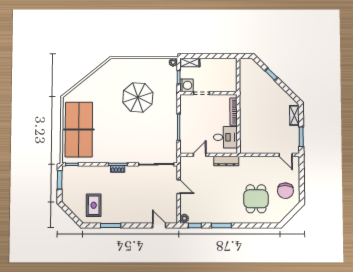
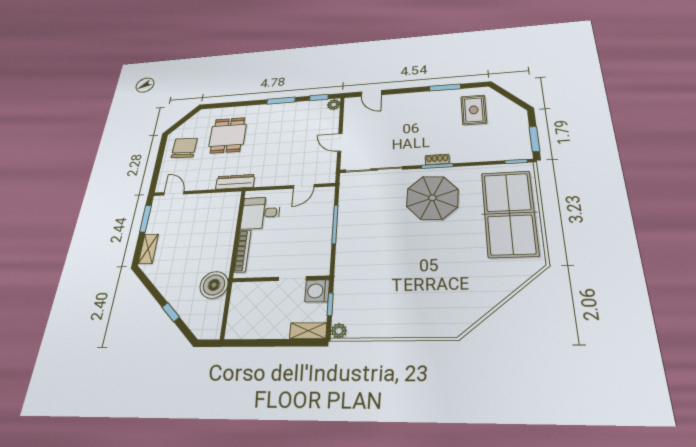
boiler: (248, 90) -> (214, 285), added
parasol: (138, 97) -> (432, 198), moved
dresser: (226, 161) -> (235, 182), moved

